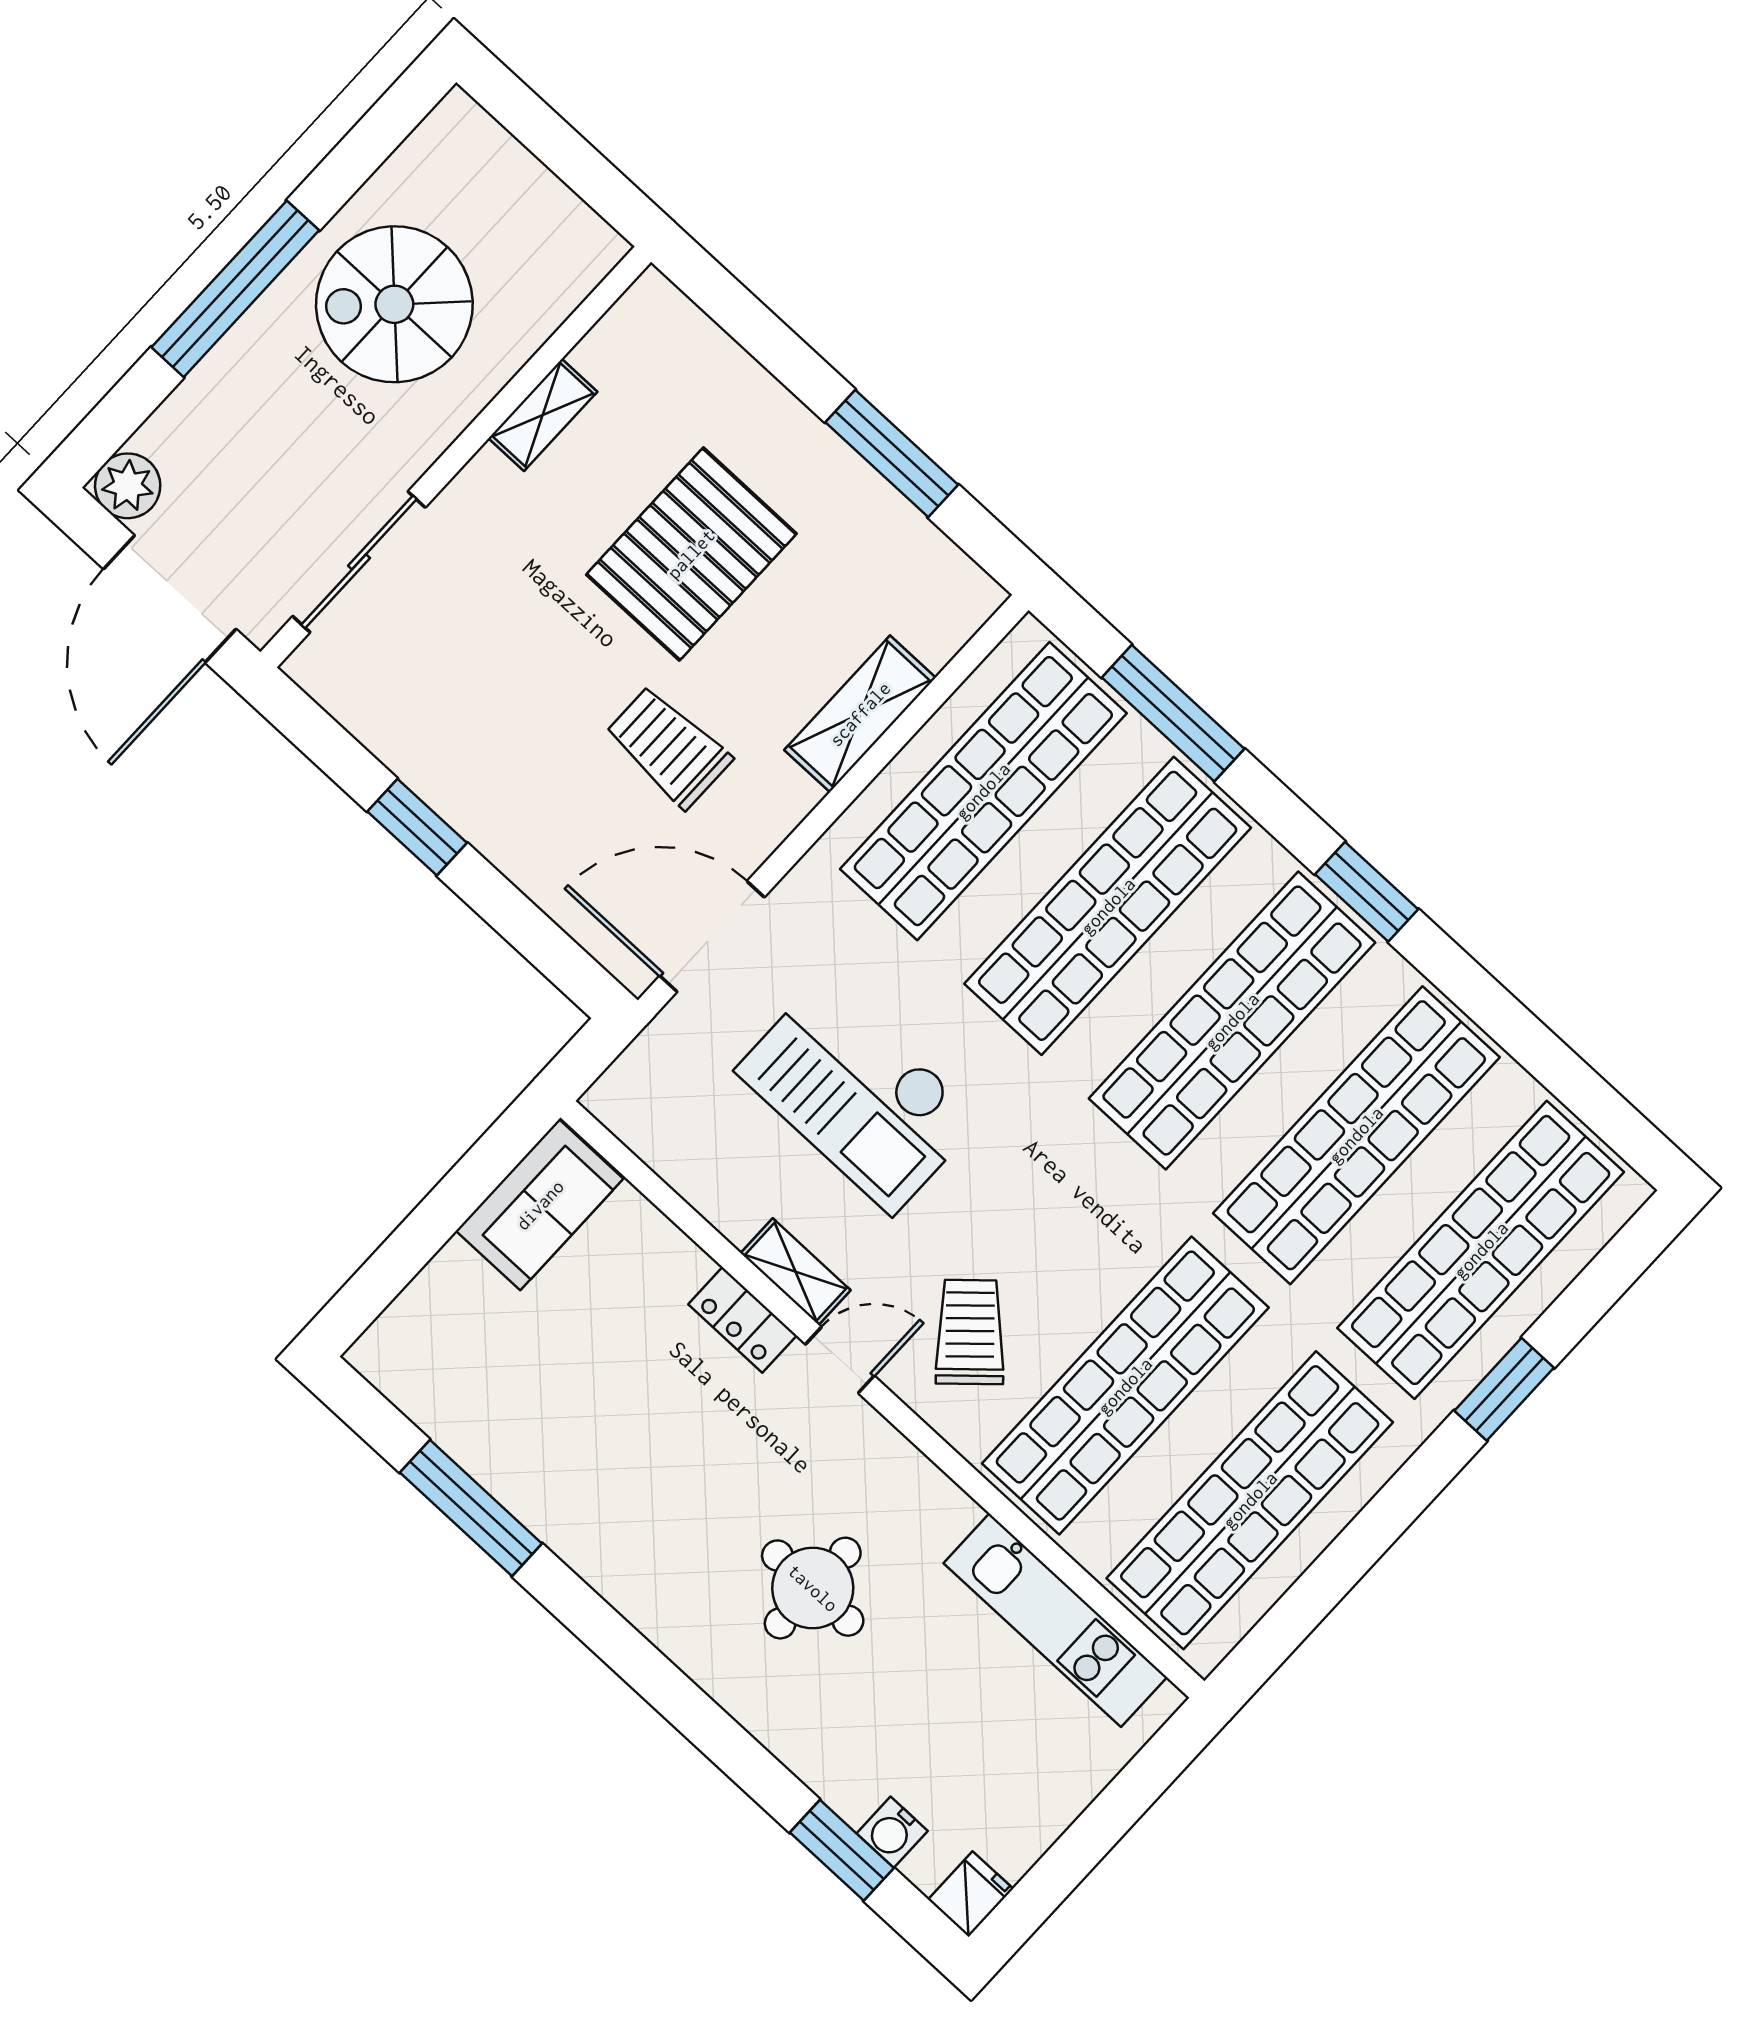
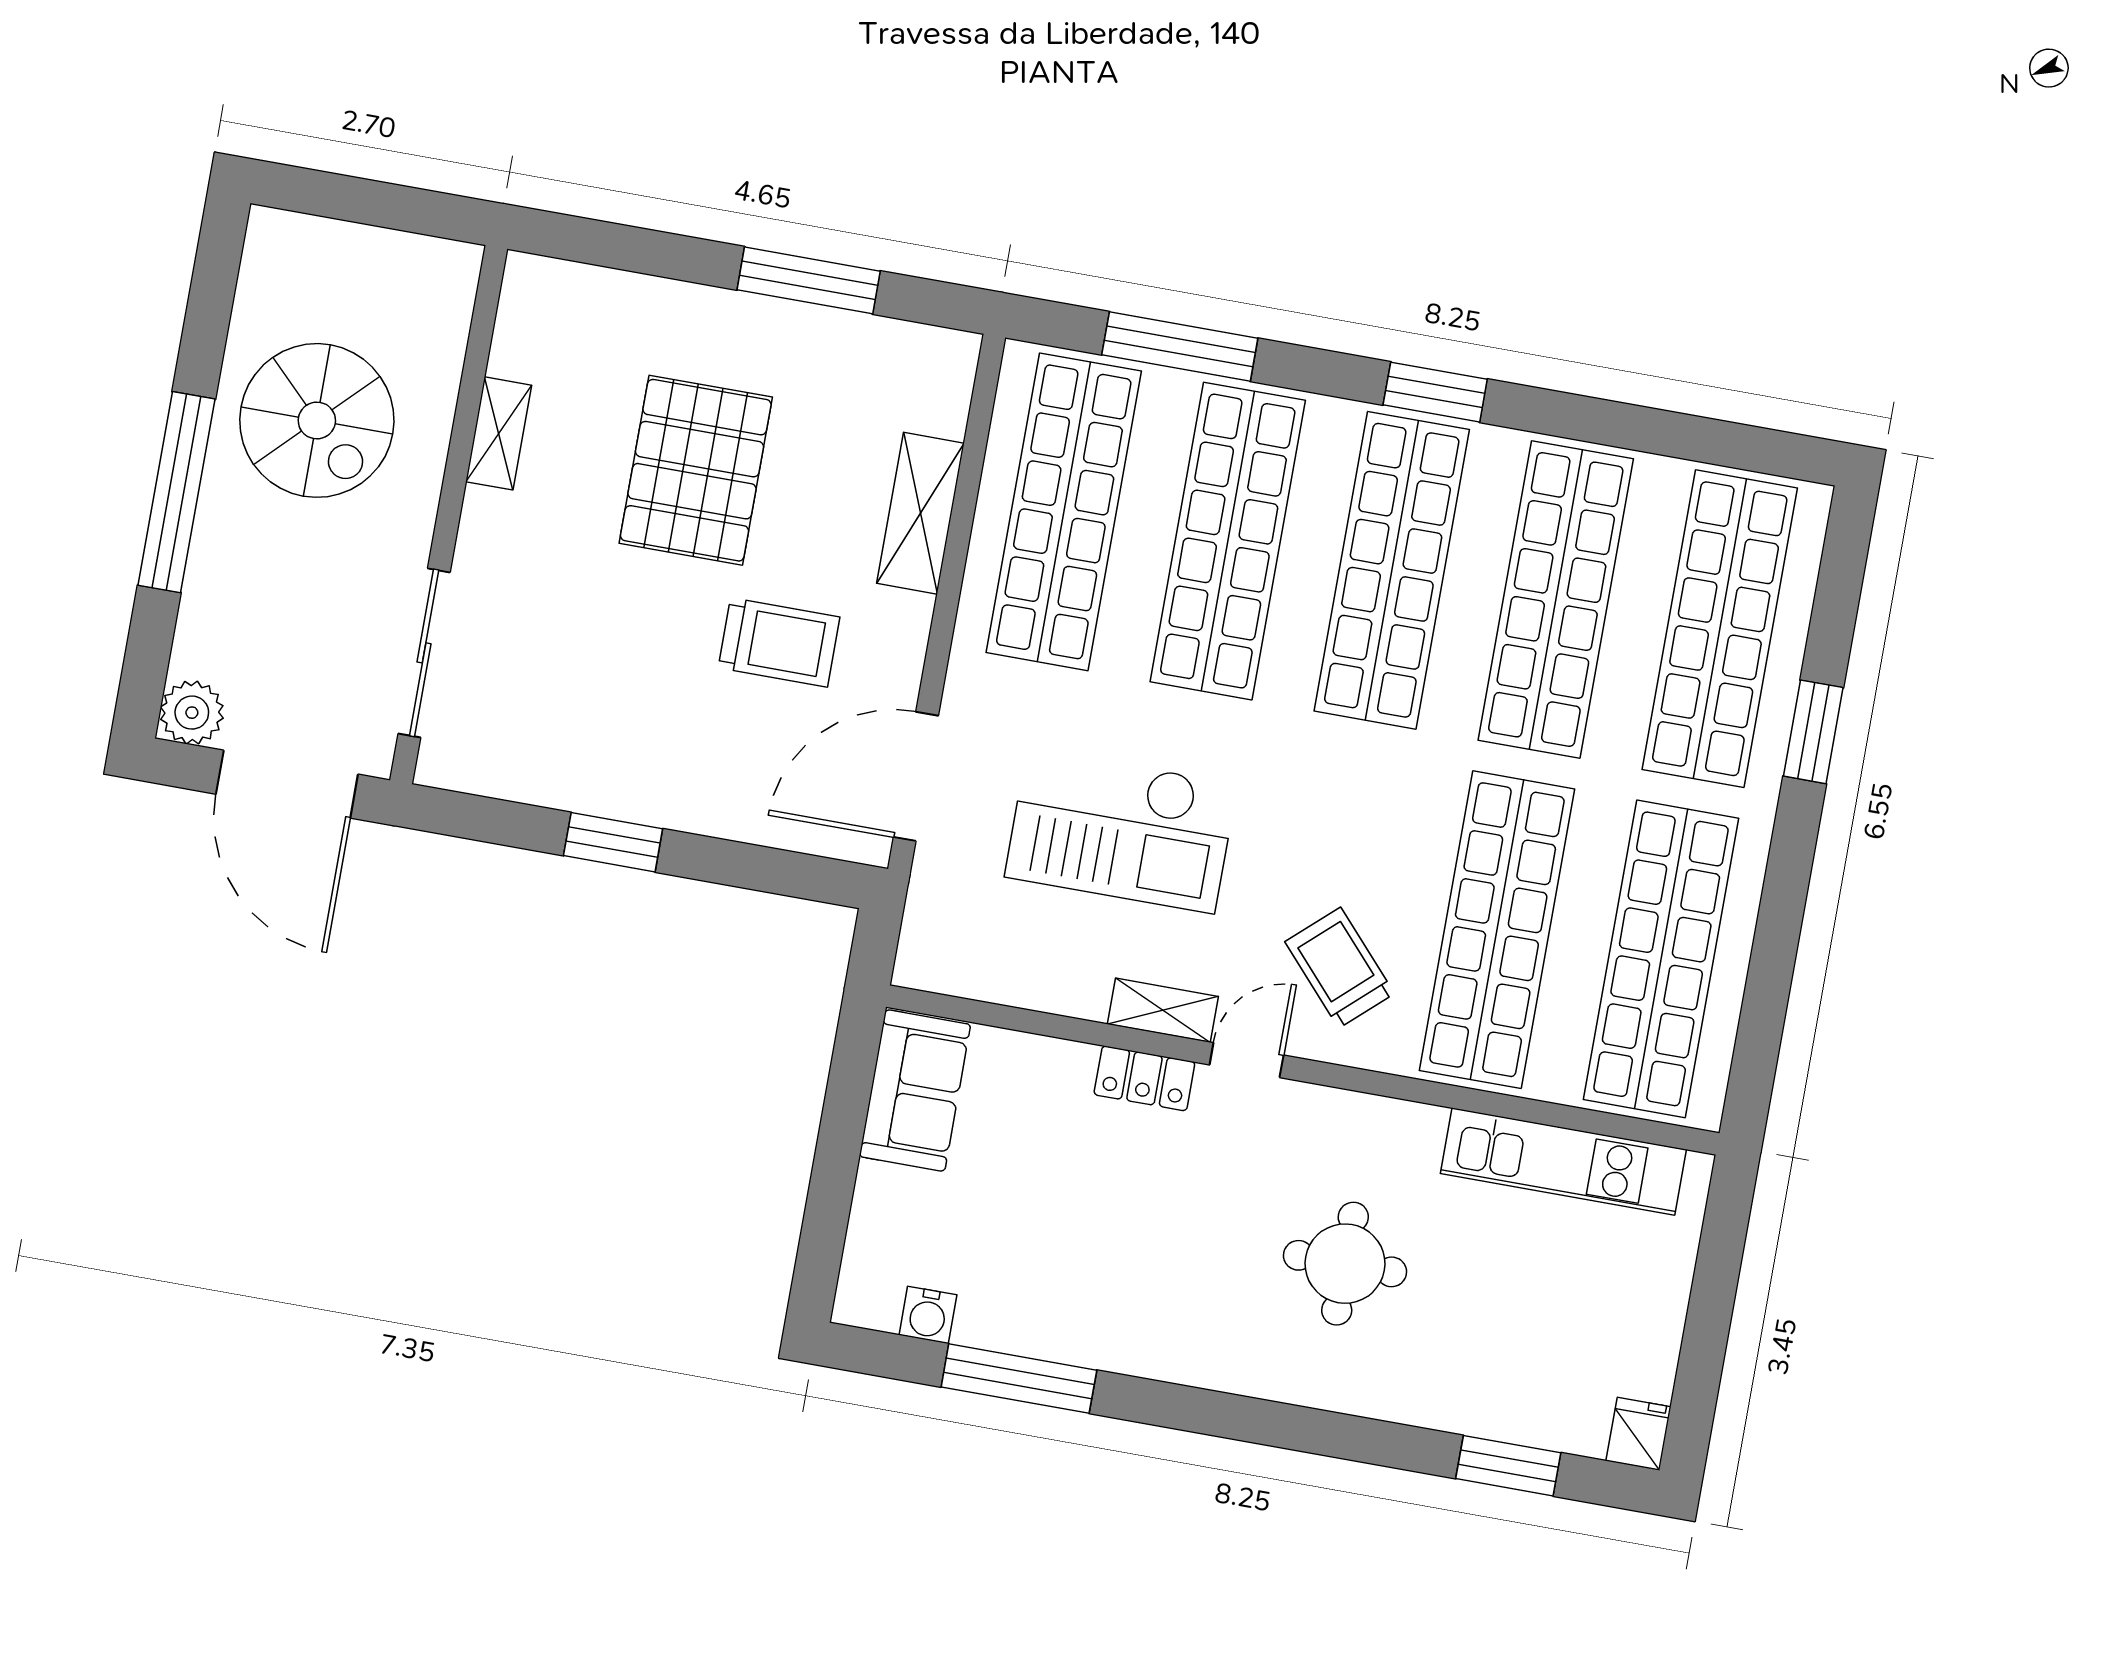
spiral stairs: (394, 304) -> (317, 420), turned -90
trolley: (668, 747) -> (779, 642), turned 180
water cooler: (892, 1832) -> (928, 1315), moved

